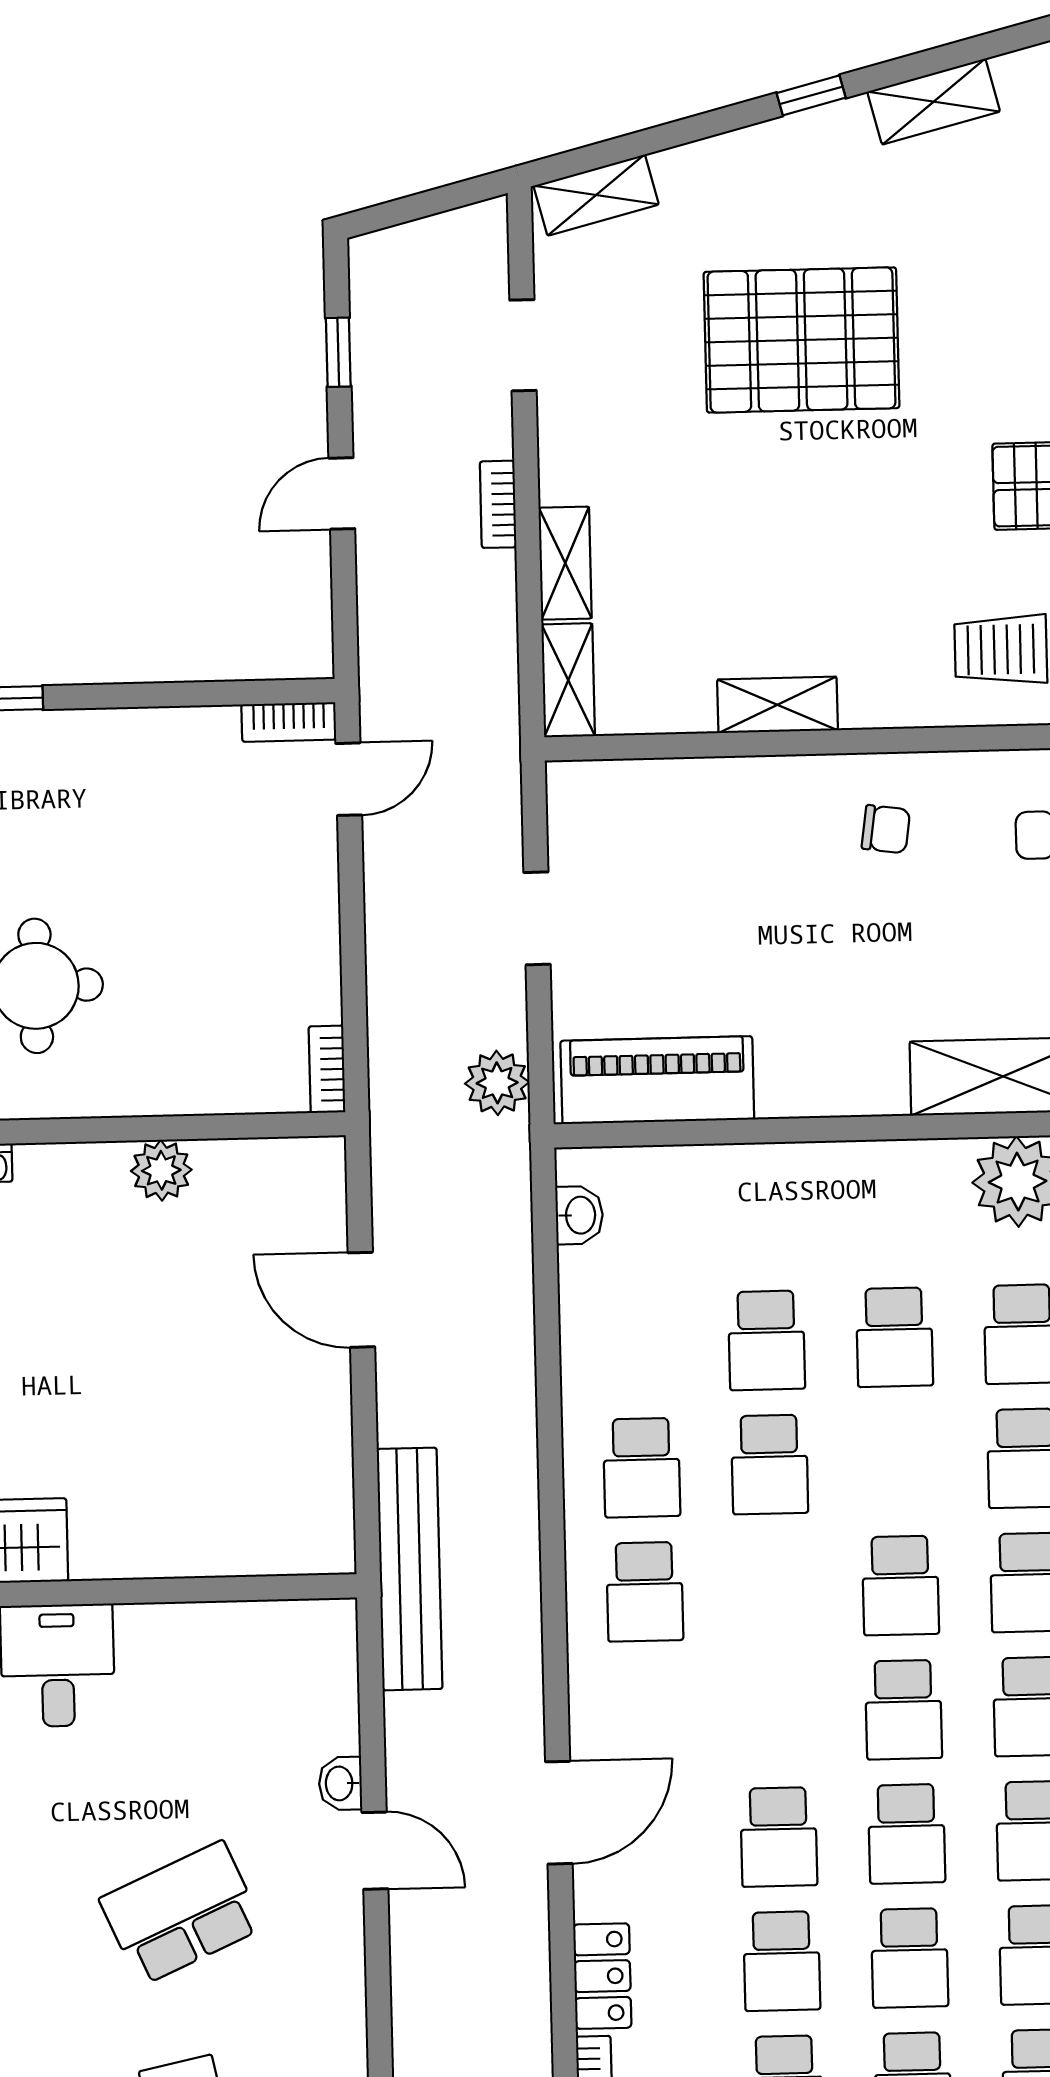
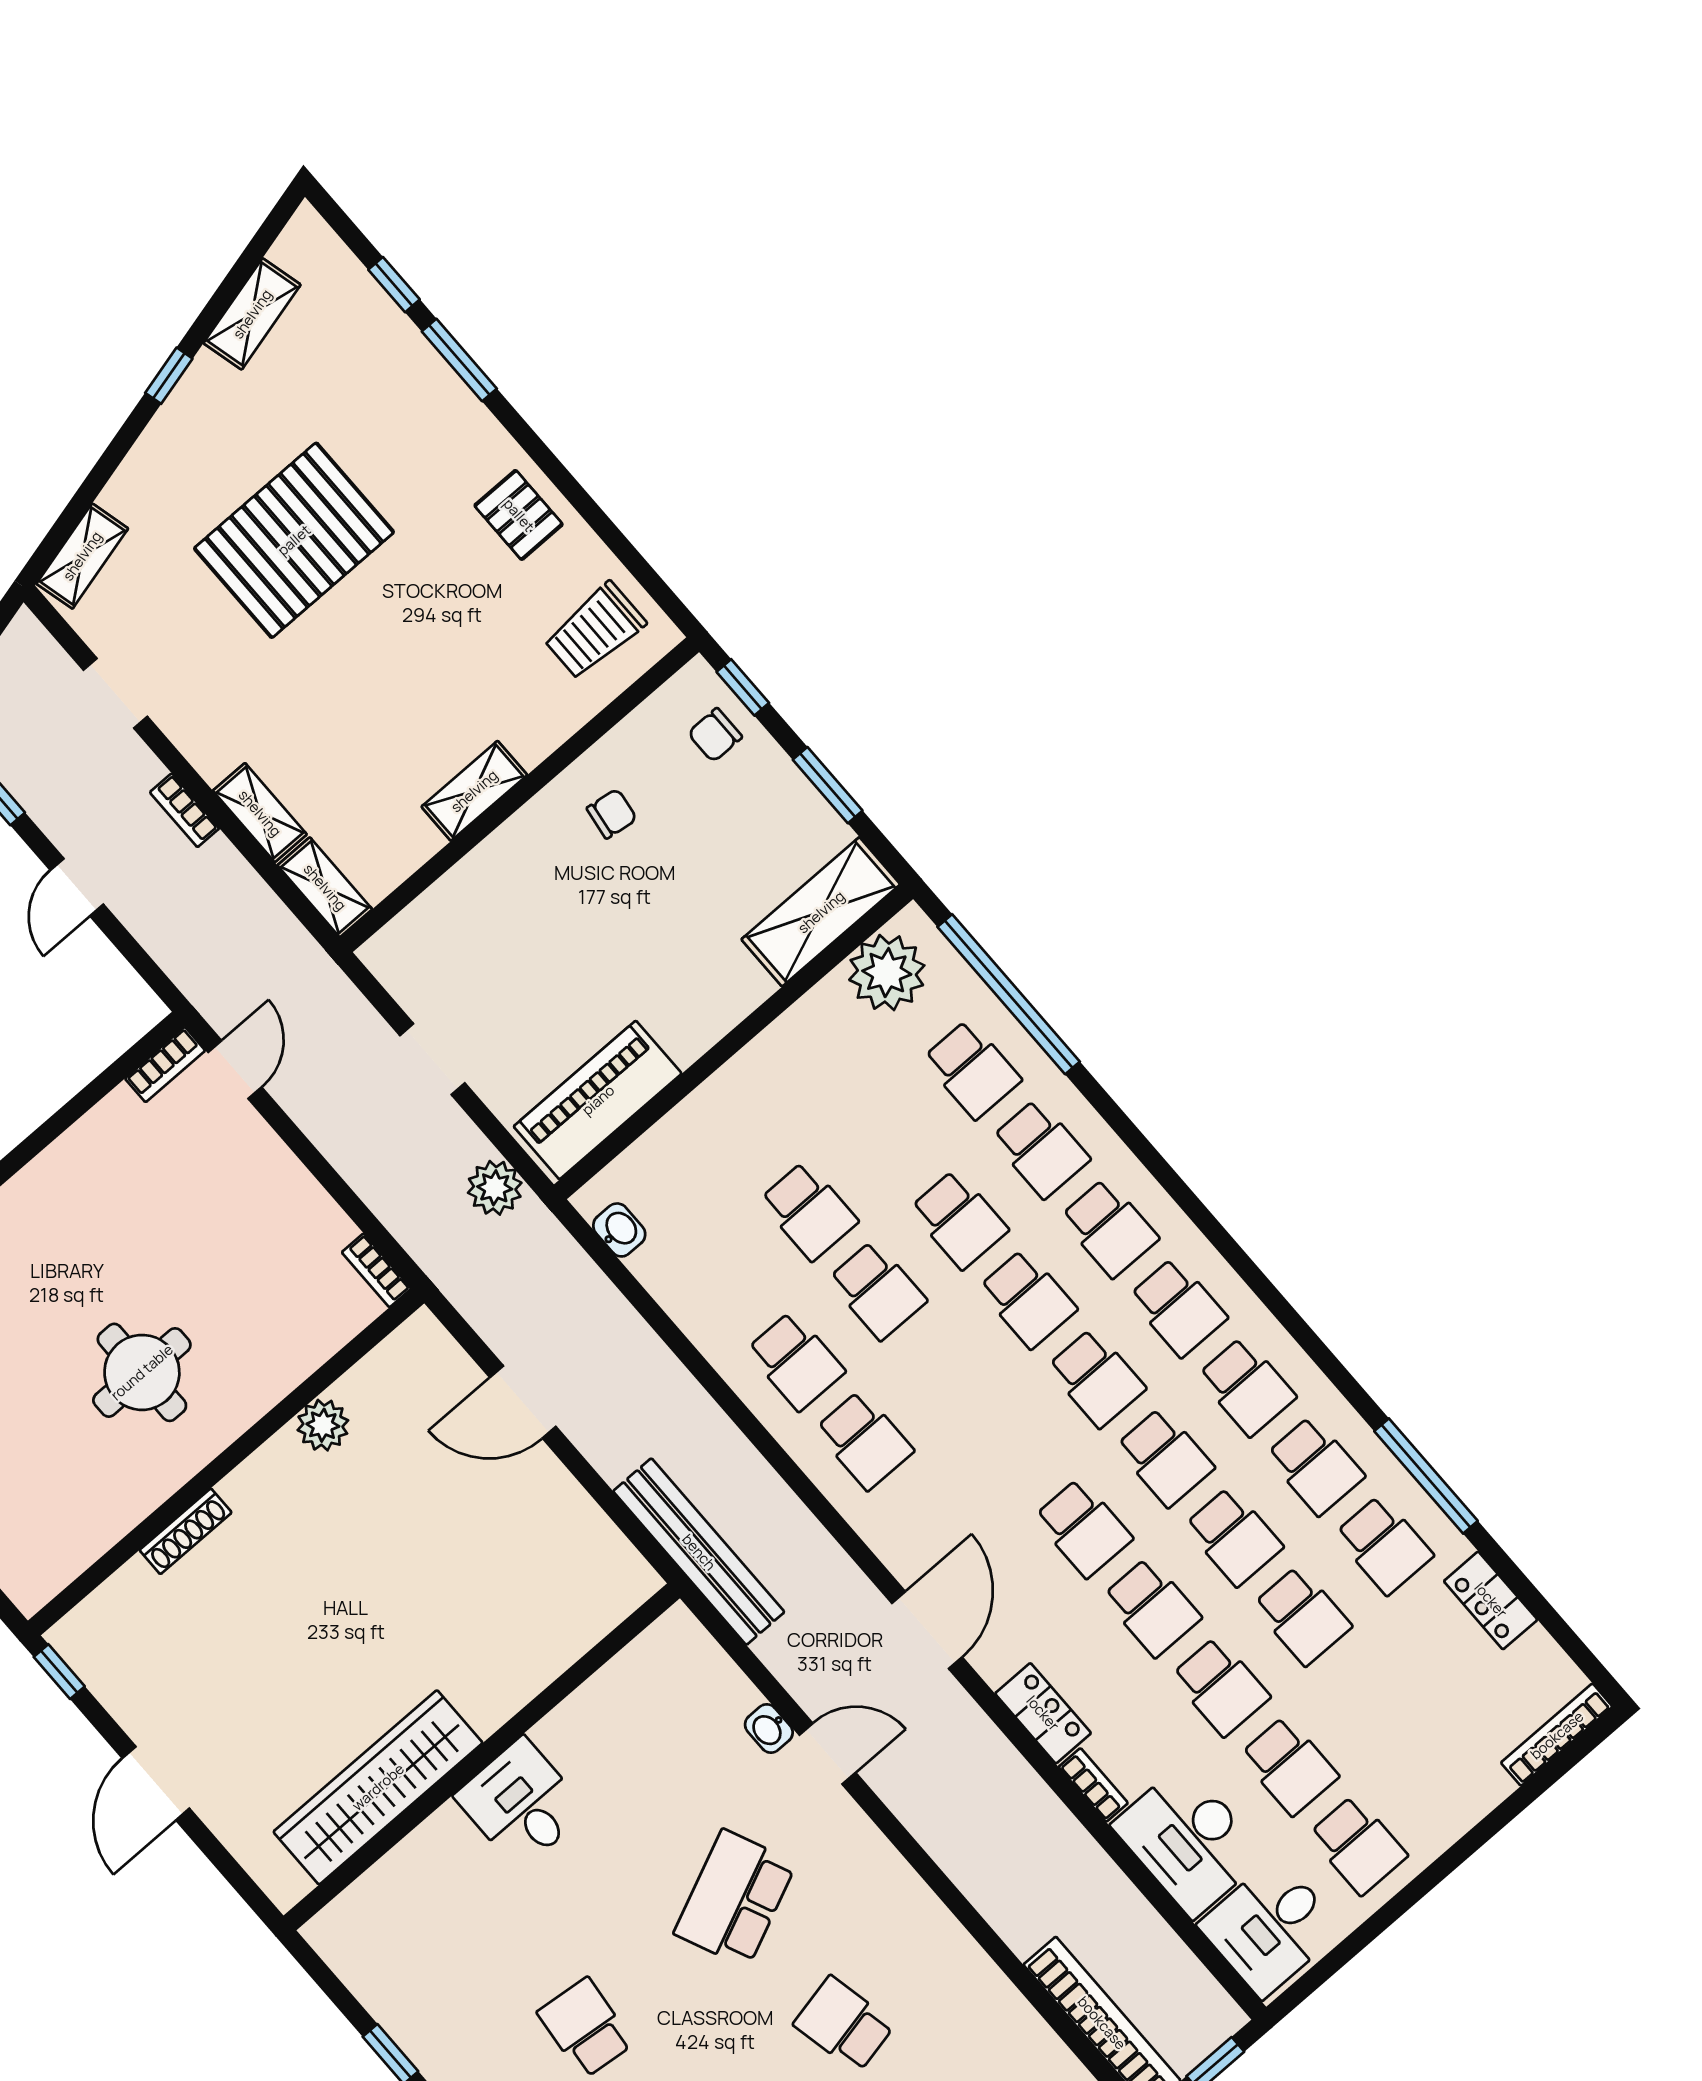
school desk: (894, 1337) -> (959, 1219), moved

